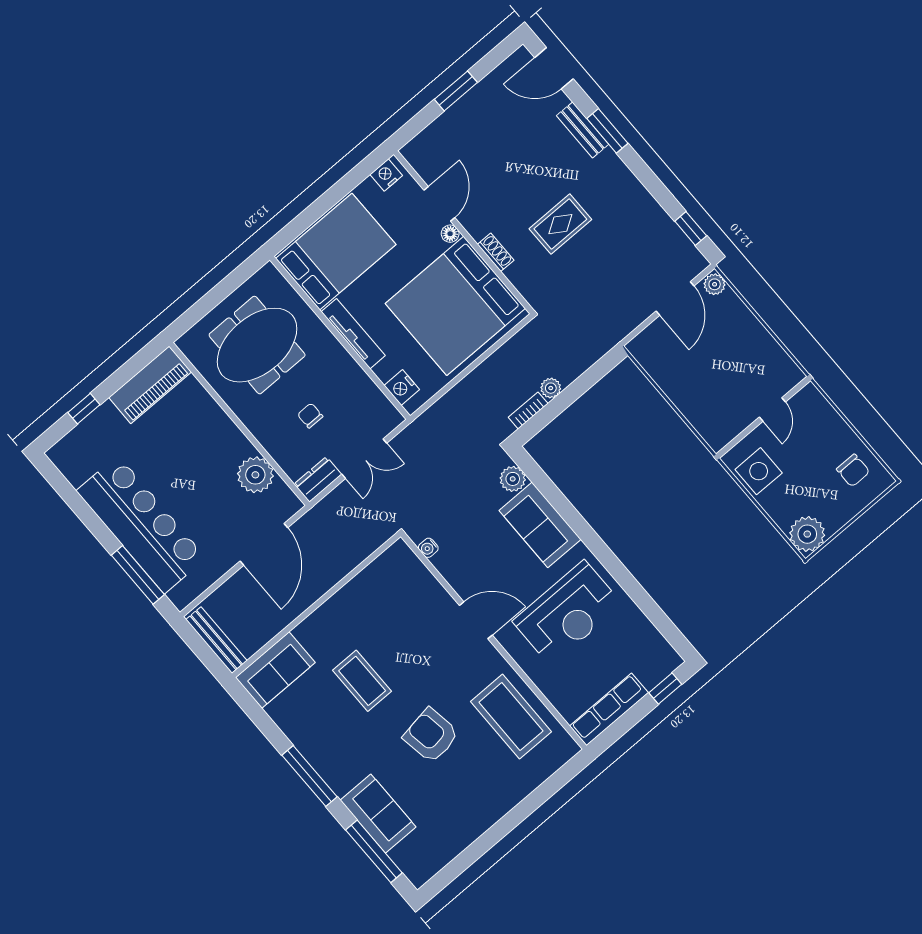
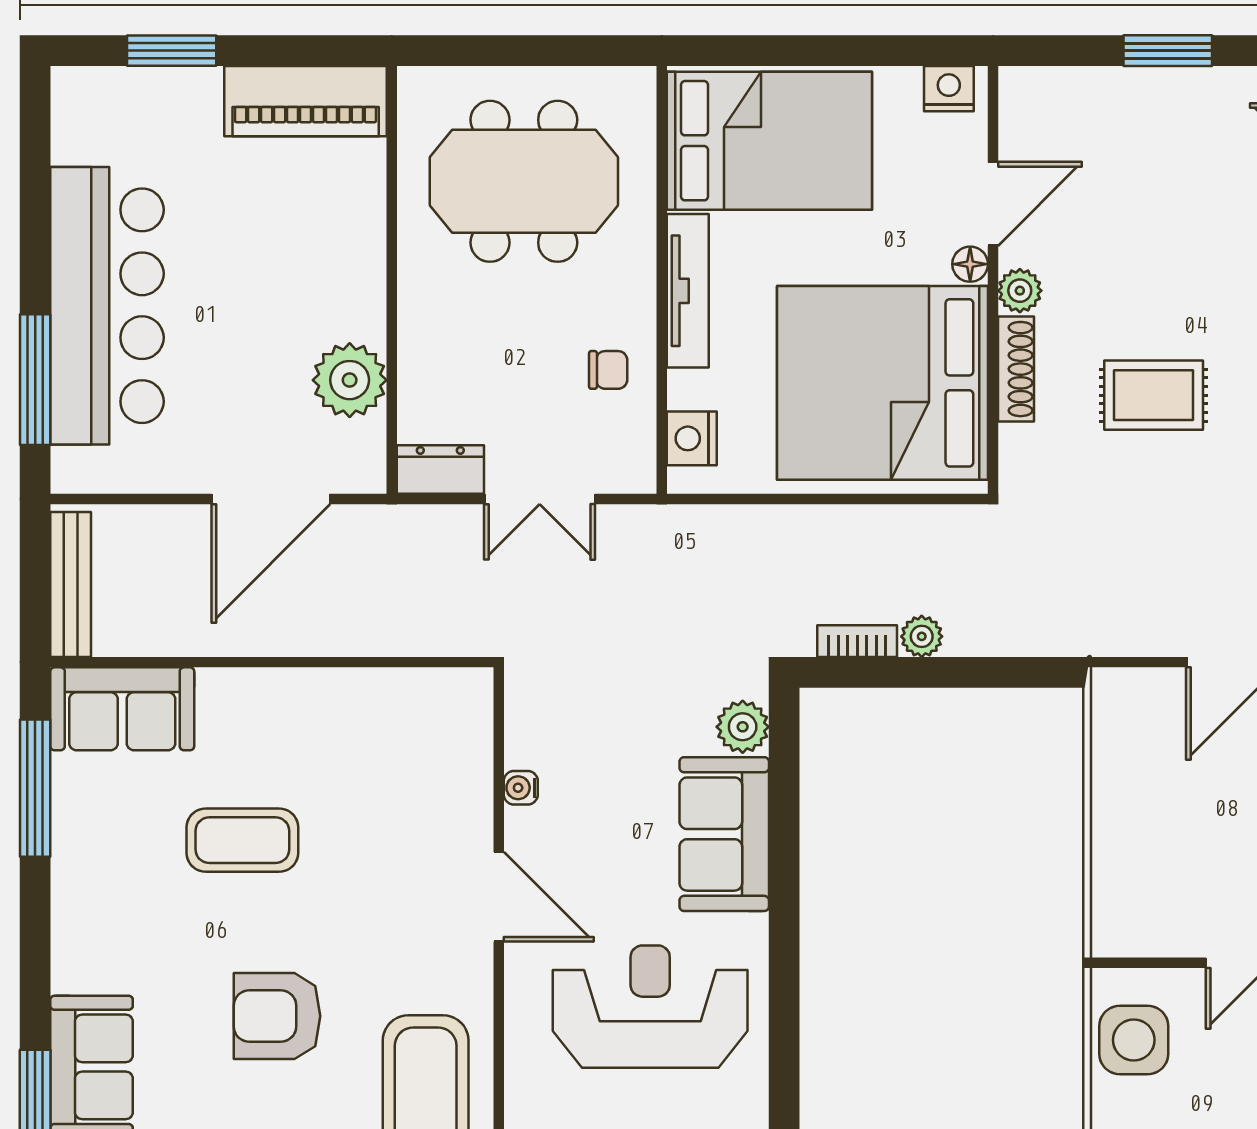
plant: (477, 228) -> (1020, 291), added
shoe rack: (496, 252) -> (1016, 369), width x1.43
window: (84, 409) -> (172, 51), width x1.50
chair: (310, 416) -> (608, 370), moved, turned 90
water cooler: (428, 548) -> (521, 788), moved
reception desk: (567, 613) -> (650, 1007), turned 180
coffee table: (362, 681) -> (242, 840), turned 90
armchair: (431, 735) -> (277, 1016), turned -81
window: (310, 776) -> (35, 788), moved

